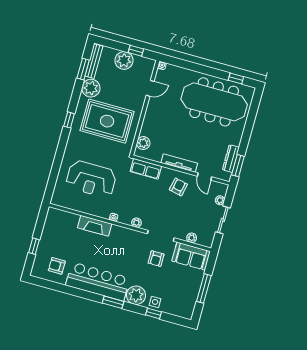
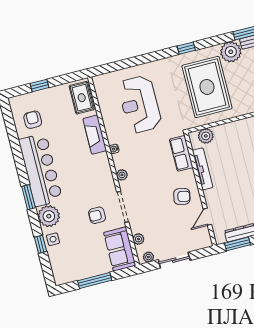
tv unit: (179, 163) -> (203, 169), moved
plant: (220, 200) -> (148, 257), moved
rug: (61, 220) -> (82, 98), added

